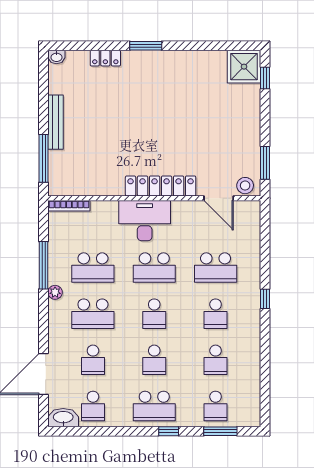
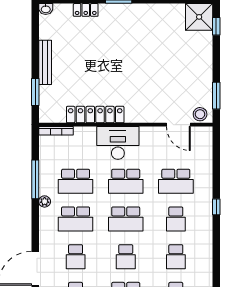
window: (44, 158) -> (35, 92), width x0.69
locker: (161, 186) -> (95, 115), moved
school desk: (154, 314) -> (126, 219), width x1.85

